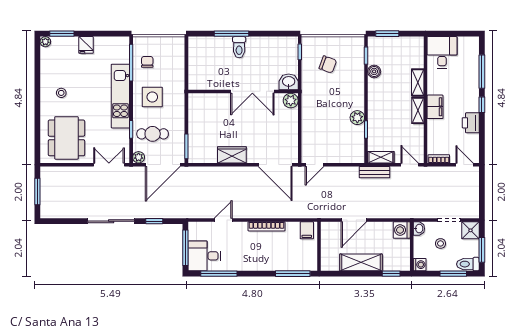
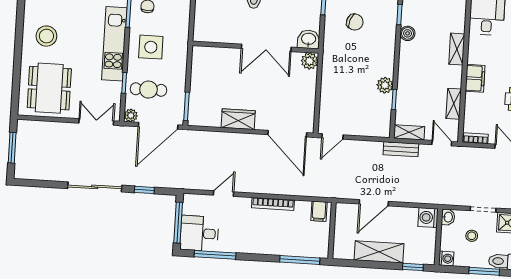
stool: (61, 93) -> (46, 36), width x1.89, depth x1.89
shelving: (418, 110) -> (454, 104), moved

